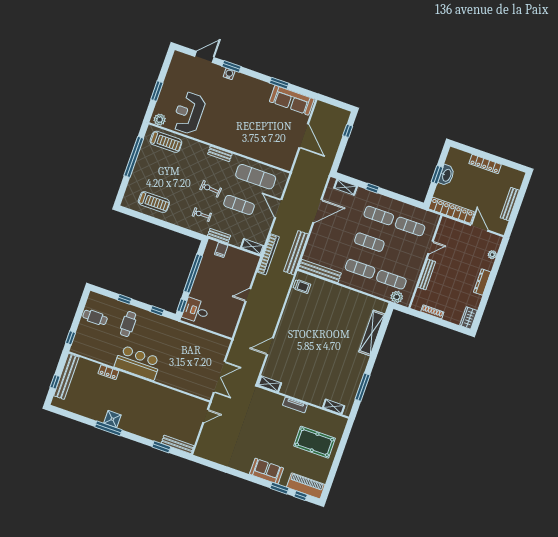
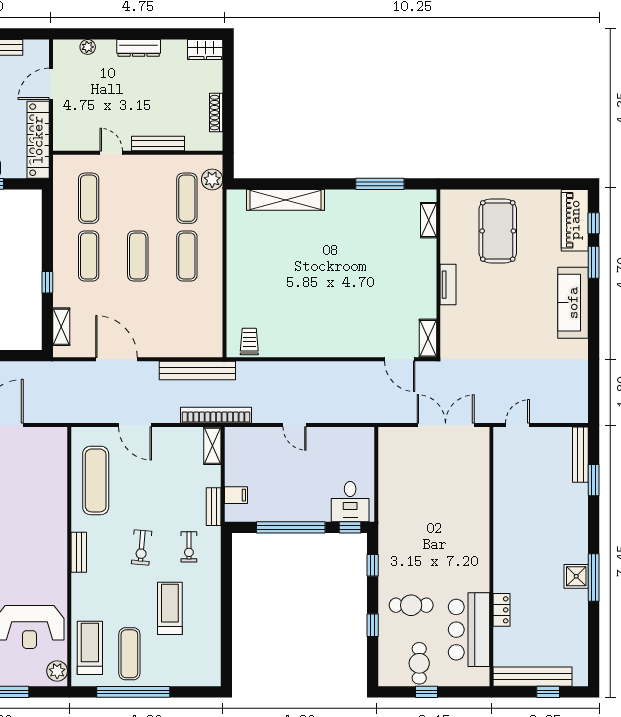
treadmill: (154, 202) -> (170, 608), moved
exercise mat: (239, 205) -> (129, 654), moved
door: (278, 209) -> (135, 425), hinge flipped
bench: (320, 271) -> (214, 321), removed
window: (71, 338) -> (427, 692), moved
door: (270, 346) -> (400, 359), moved
bar counter: (138, 363) -> (469, 630), moved
door: (206, 416) -> (518, 425), hinge flipped
sofa: (266, 471) -> (573, 303), width x1.36

